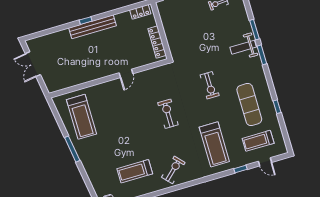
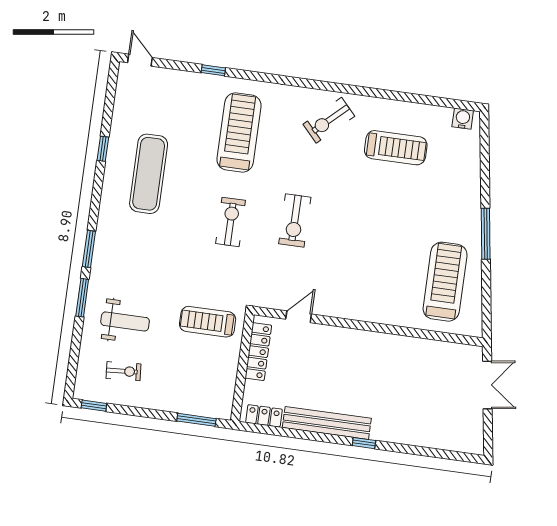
bench: (93, 27) -> (327, 423), moved
weight bench: (243, 47) -> (125, 321), moved
double door: (33, 64) -> (487, 385), moved
door: (126, 73) -> (299, 317), moved
exercise bike: (210, 85) -> (231, 222), moved
treadmill: (258, 141) -> (208, 322), moved, turned 180
door: (265, 162) -> (140, 60), moved

